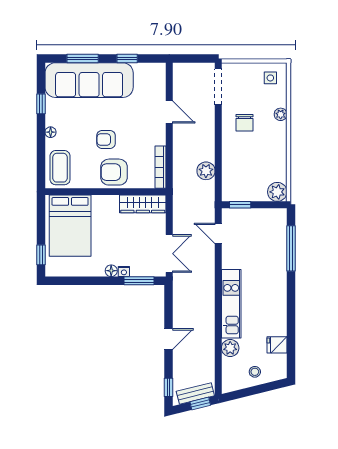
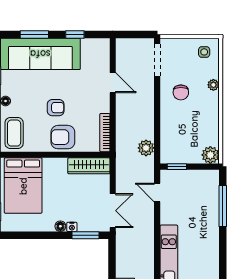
armchair: (106, 139) -> (56, 108), turned 180
plant: (206, 171) -> (146, 148), moved

